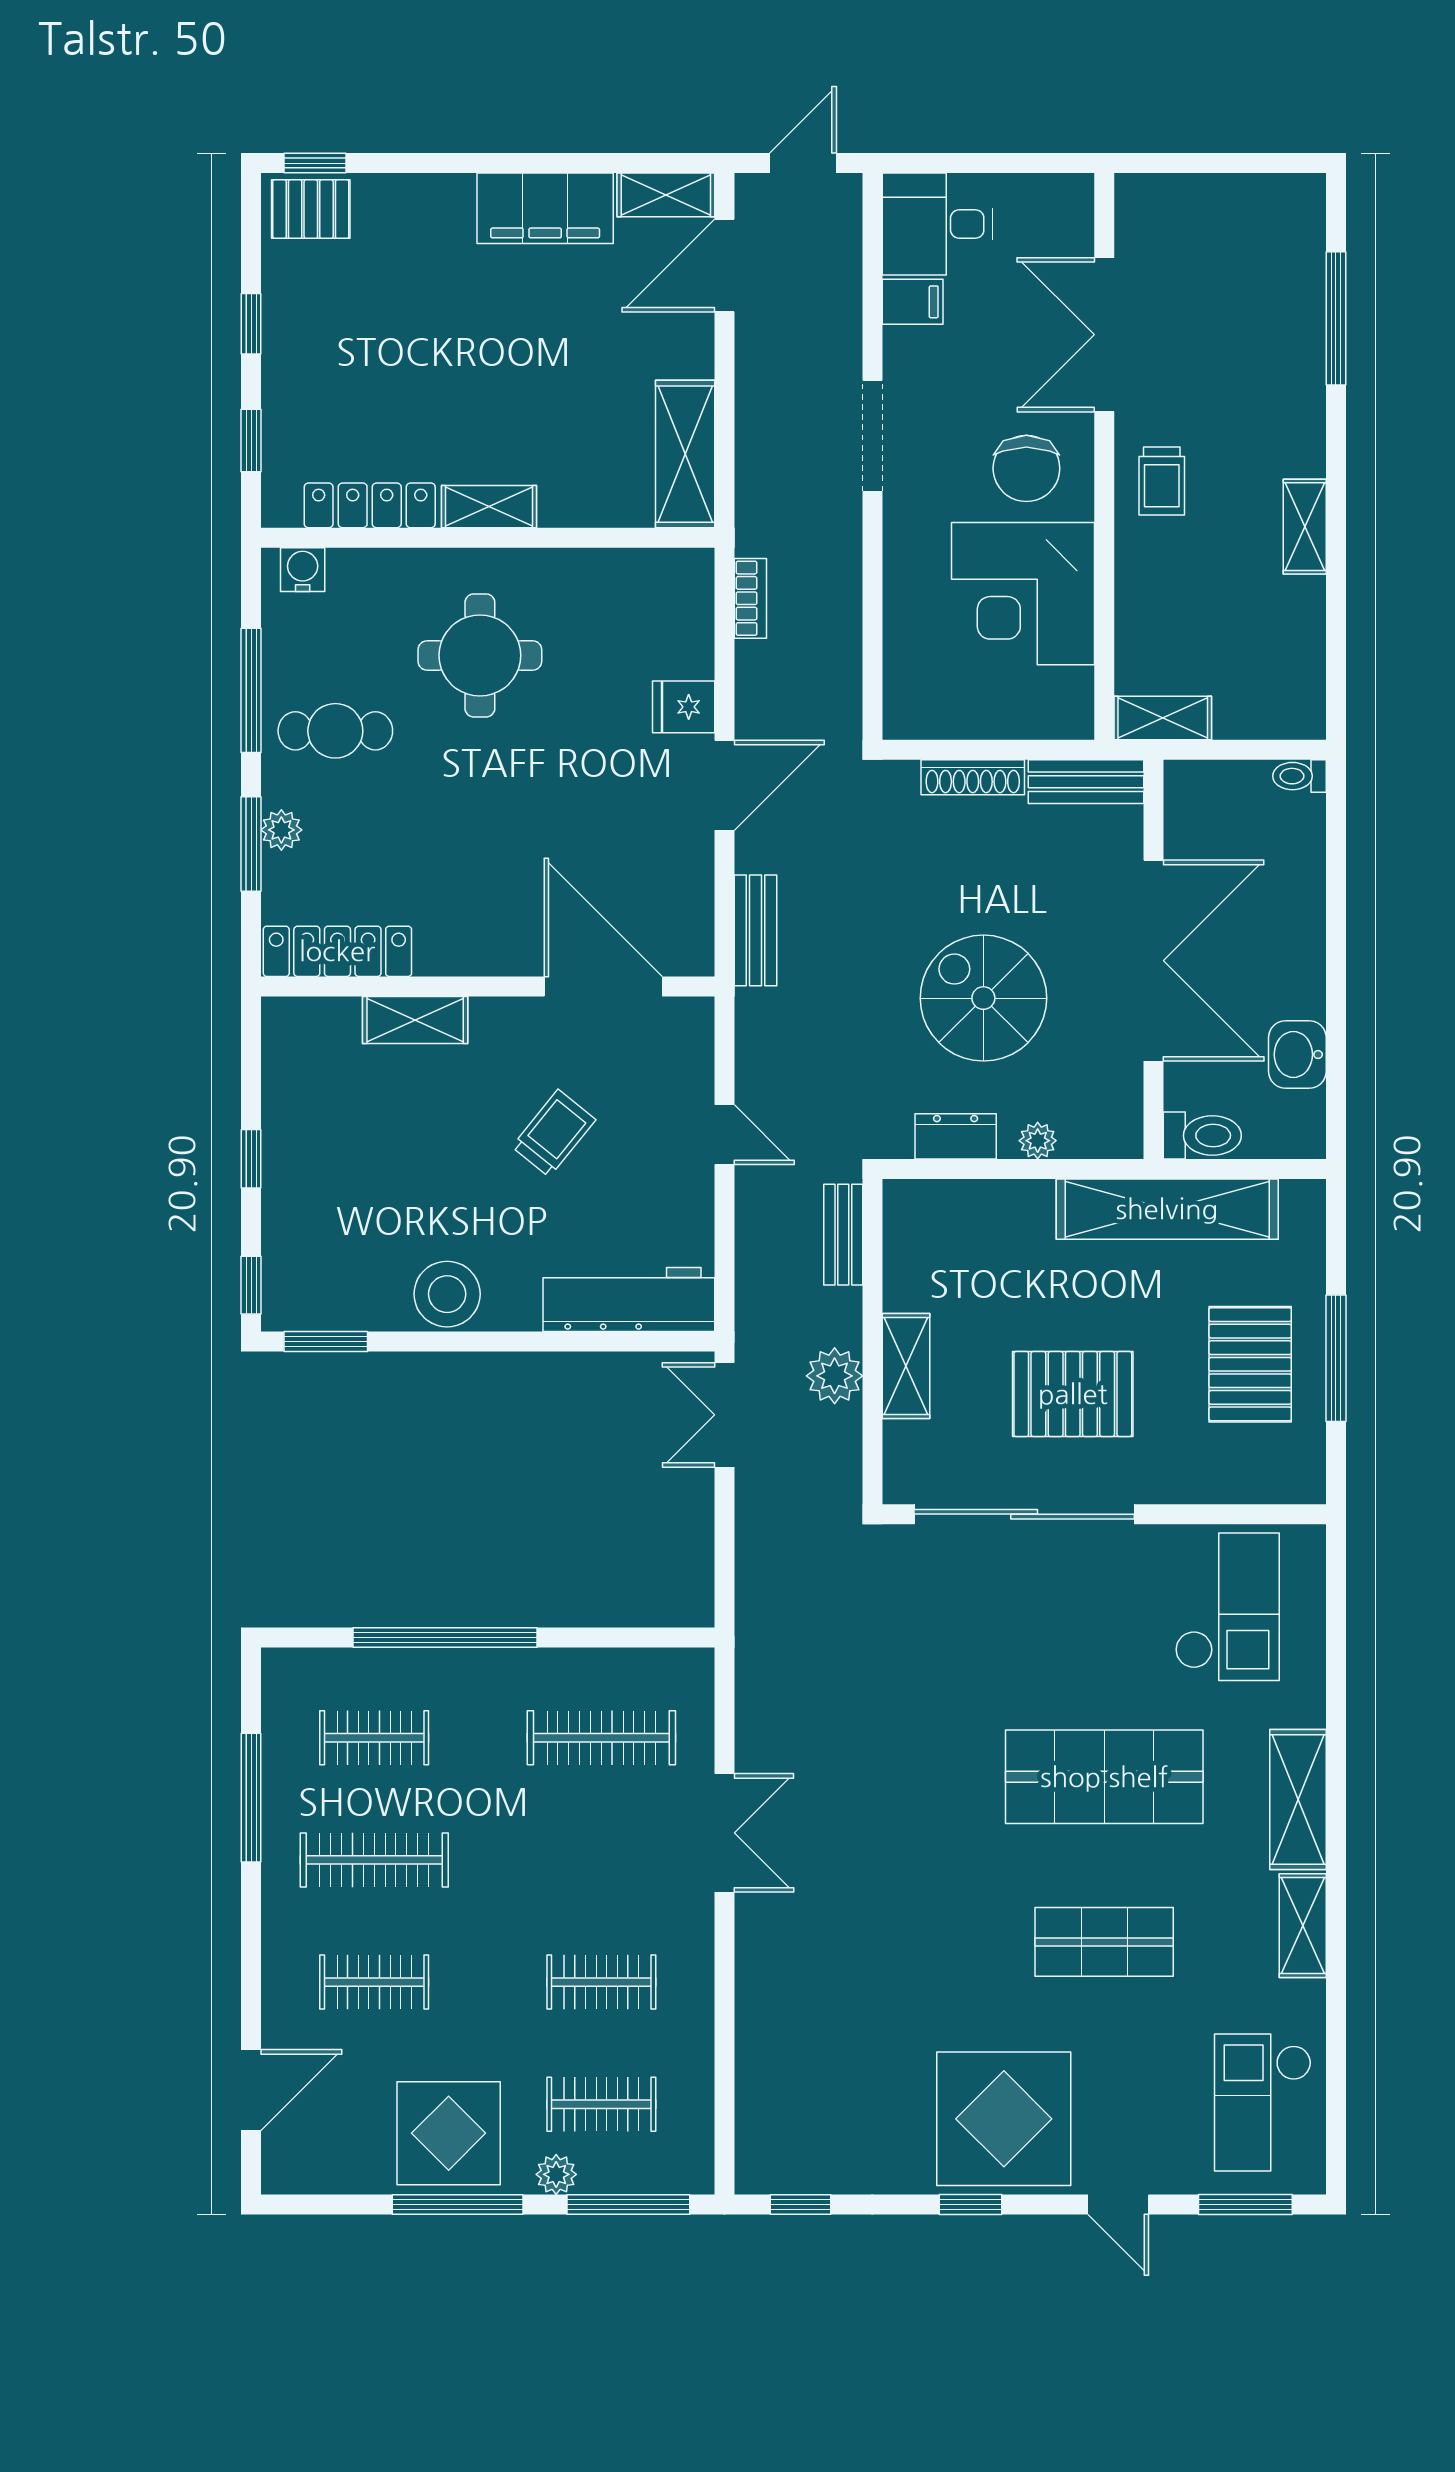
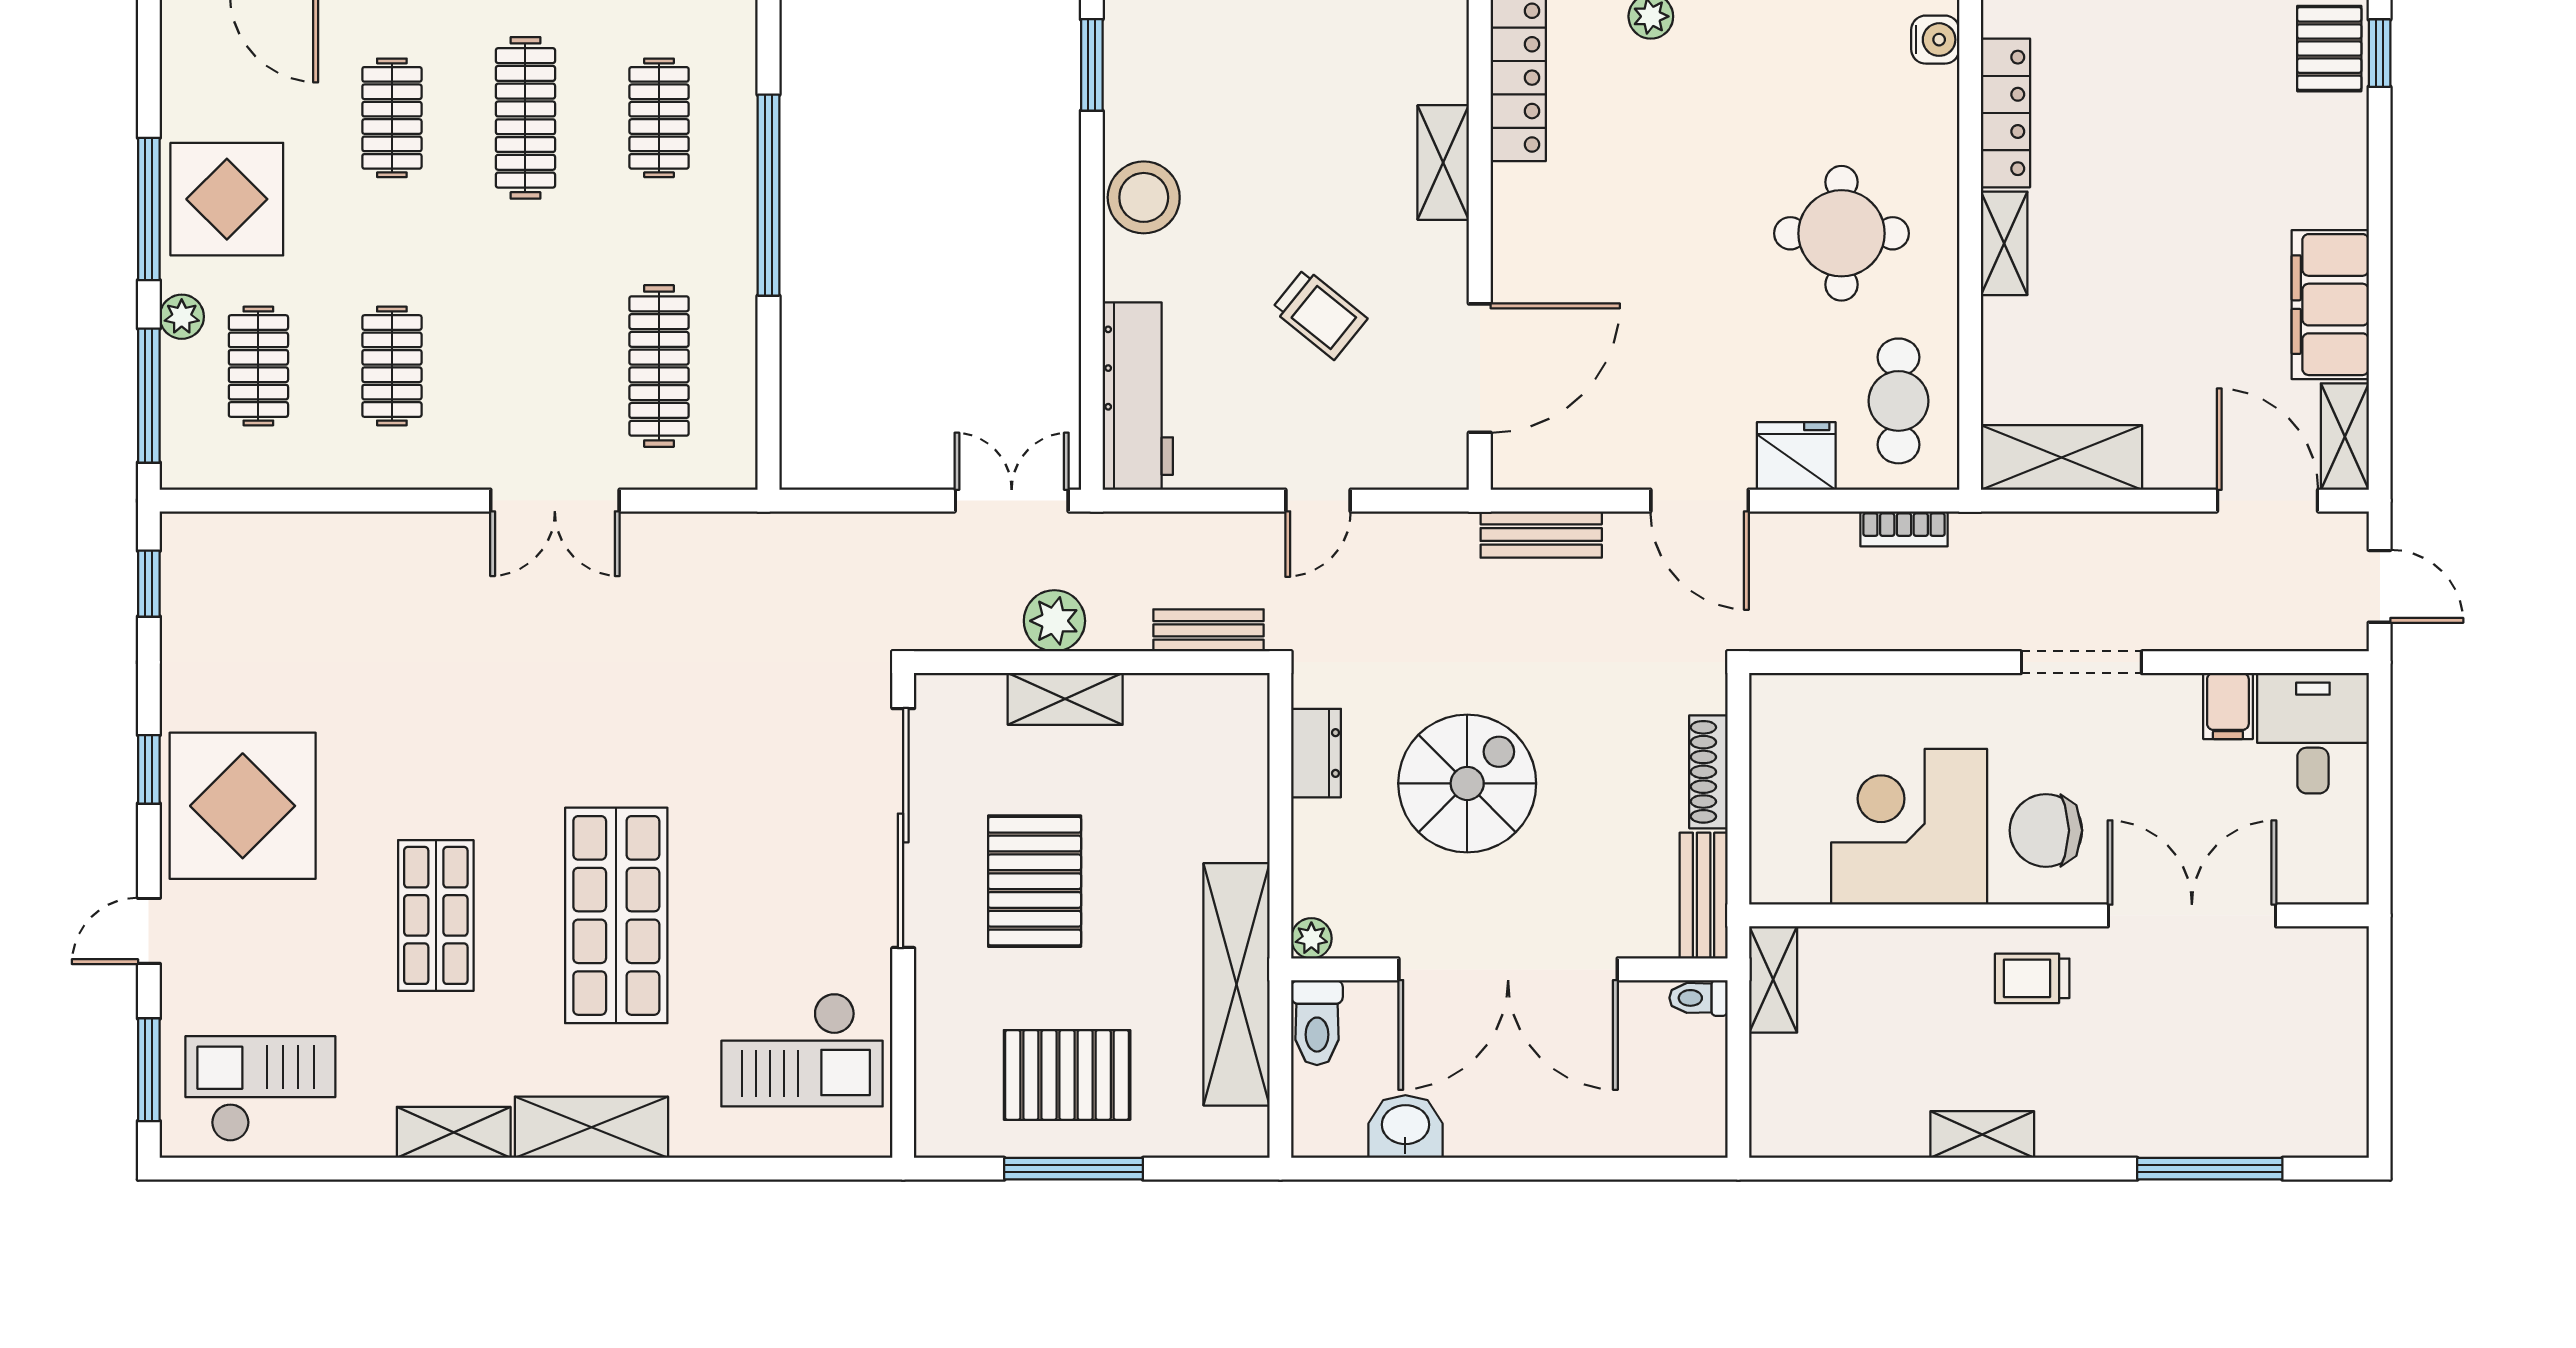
fridge: (684, 707) -> (1796, 456), width x1.38
cafe table: (335, 731) -> (1898, 401), moved
toilet: (1299, 776) -> (1698, 998), moved, turned -90
plant: (1038, 1141) -> (1311, 938), moved

